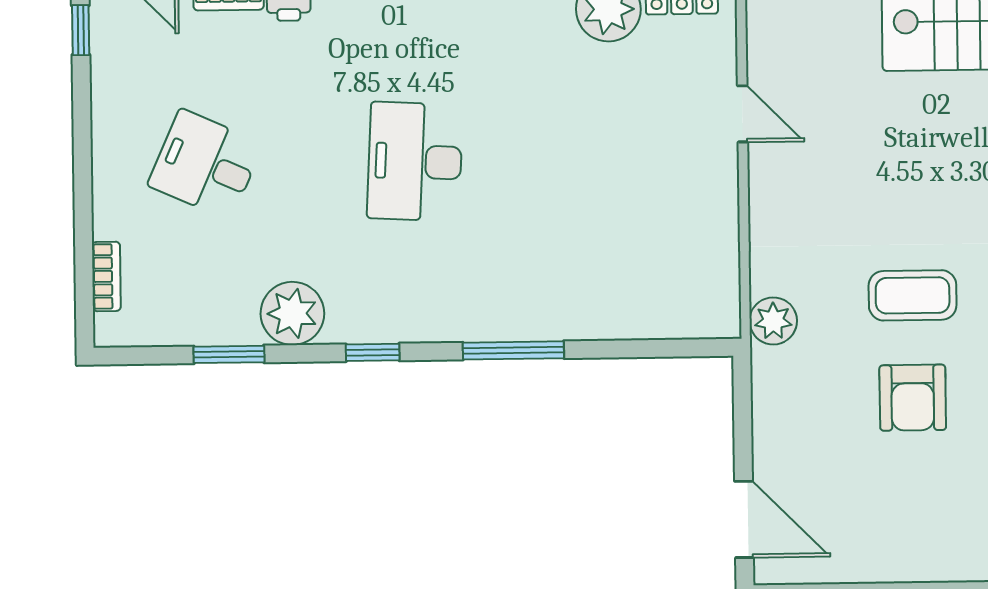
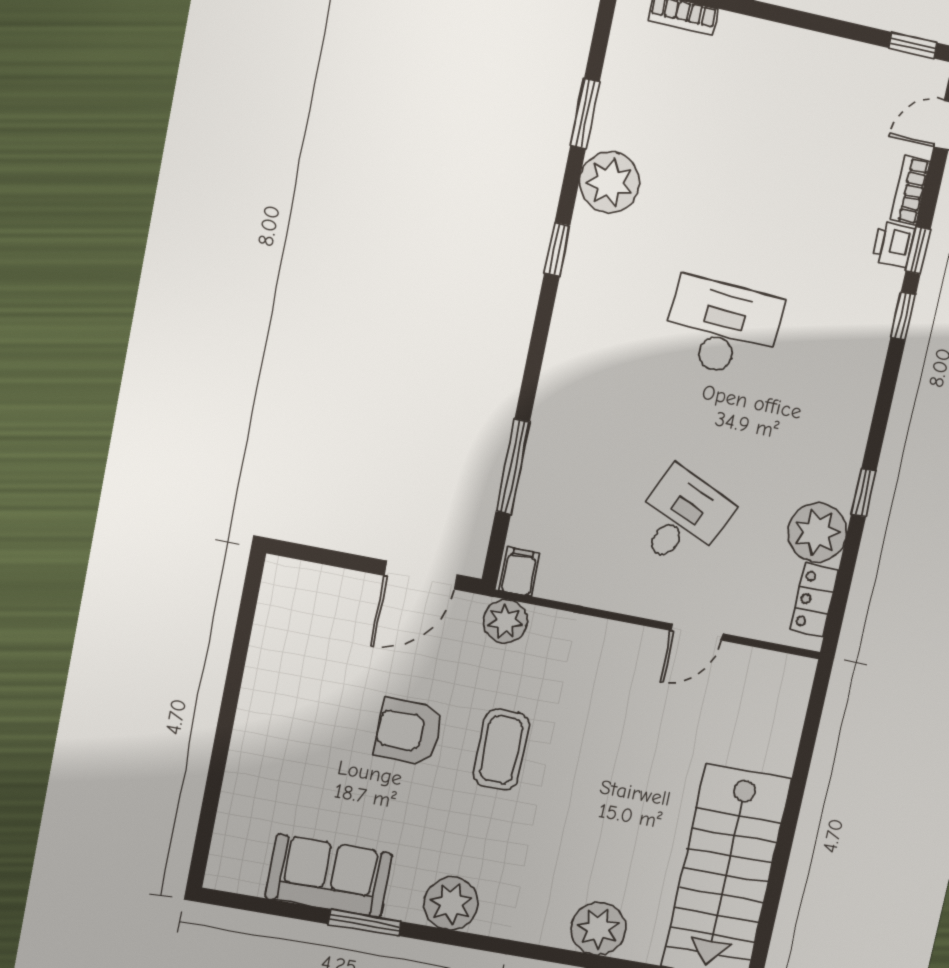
desk: (205, 164) -> (681, 518), moved
filing cabinet: (717, 318) -> (519, 572), added
window: (513, 350) -> (513, 467), moved
door: (744, 519) -> (421, 575), moved

